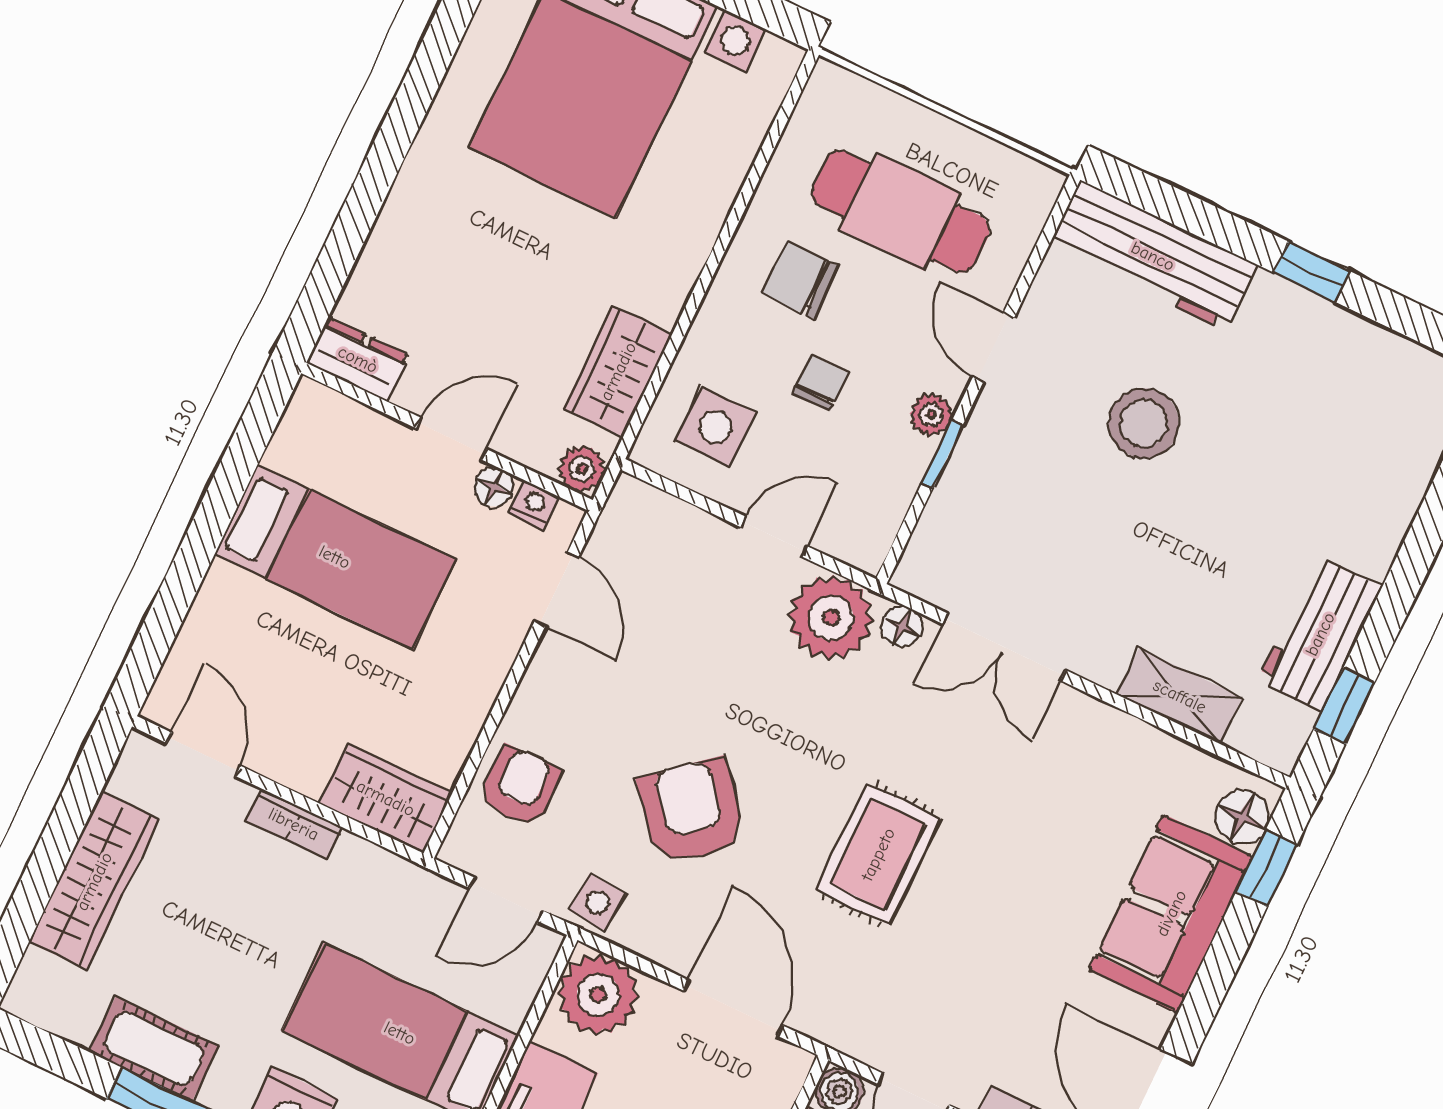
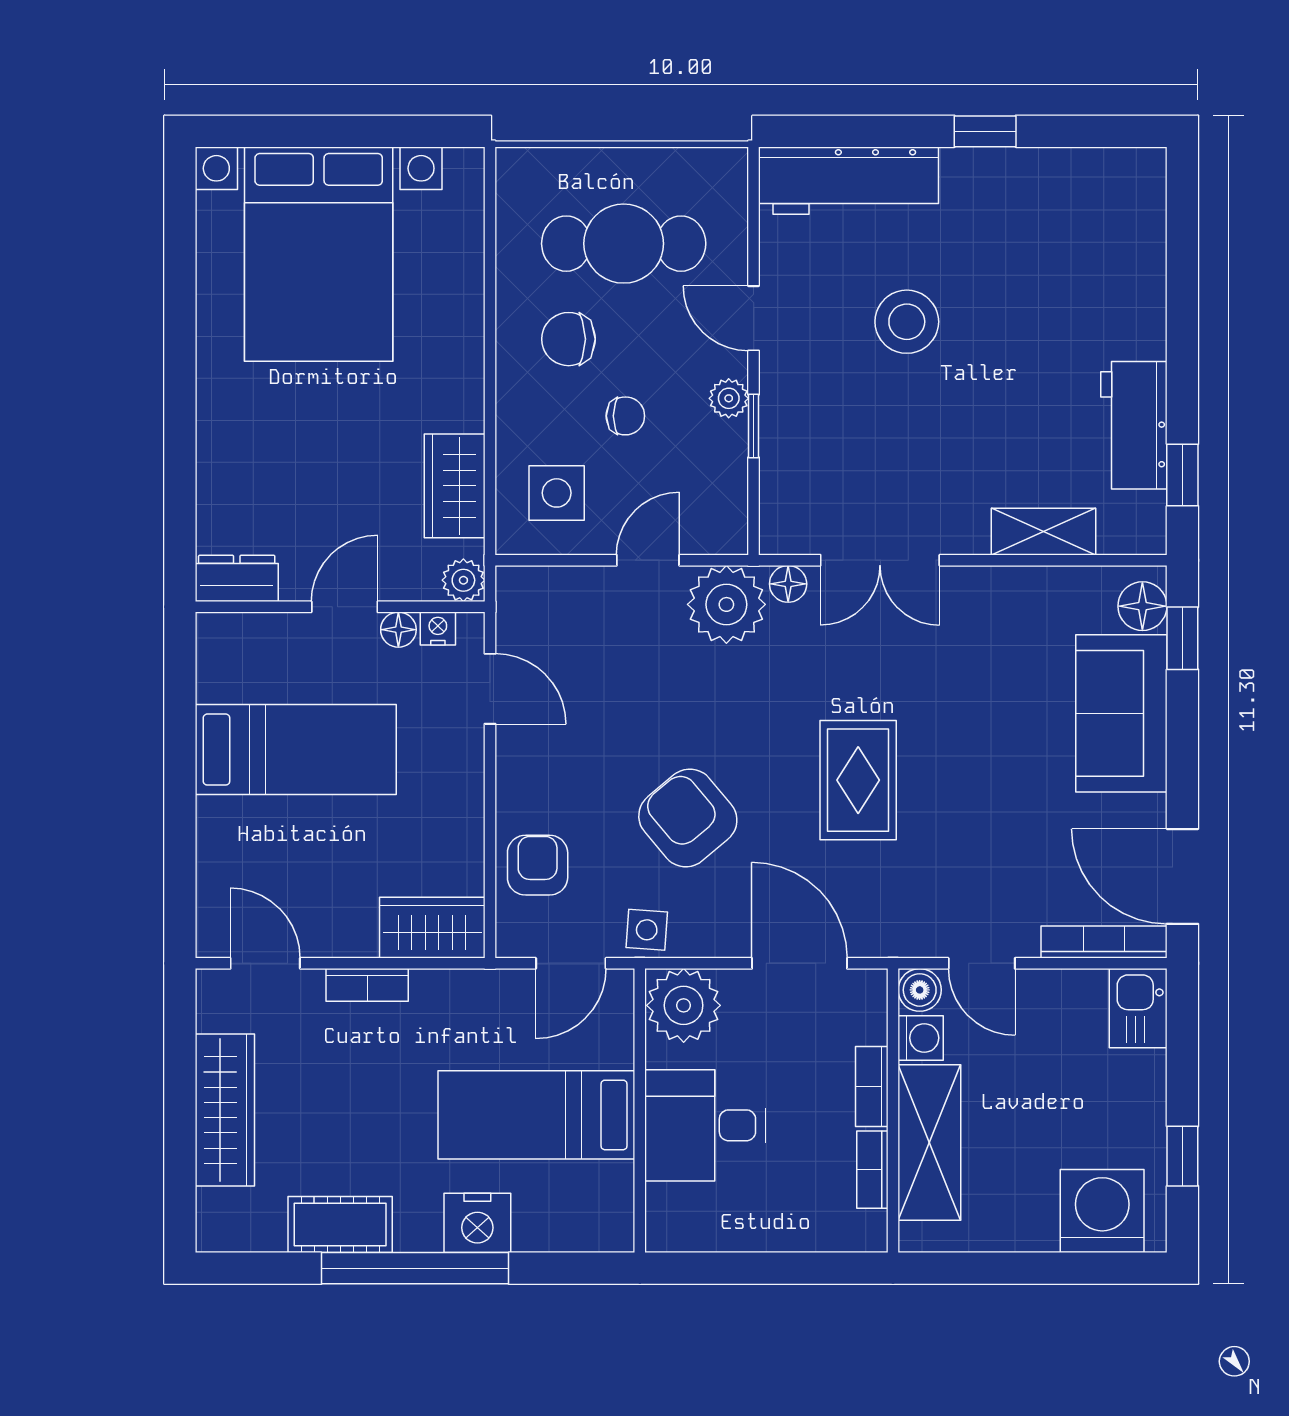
chair: (820, 383) -> (625, 416), turned 90

